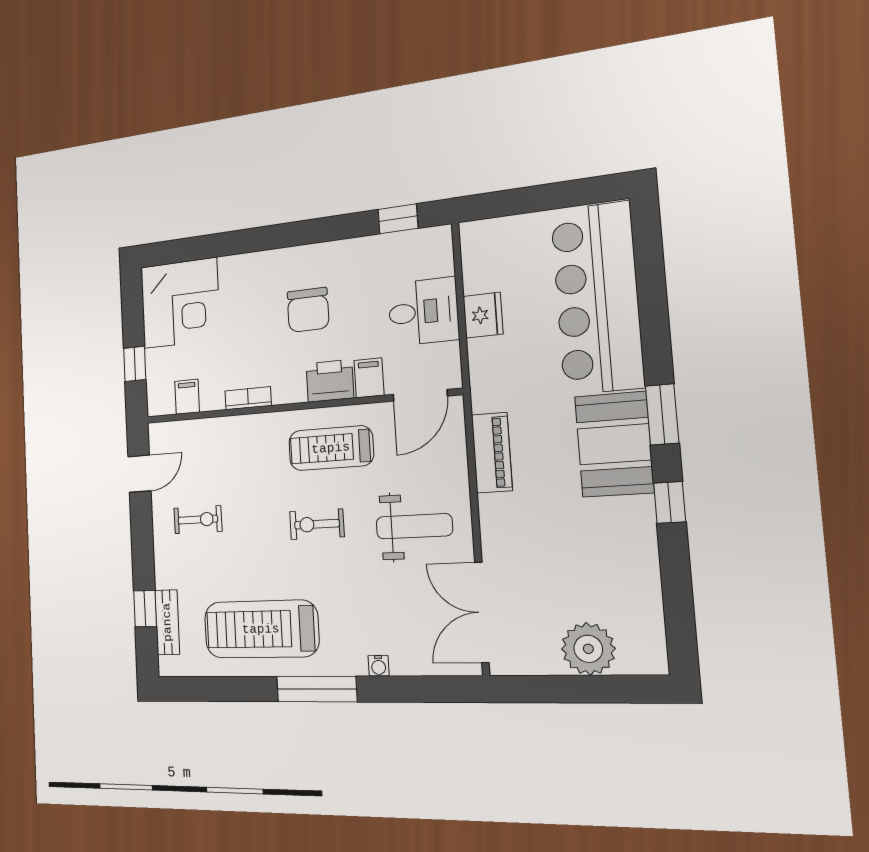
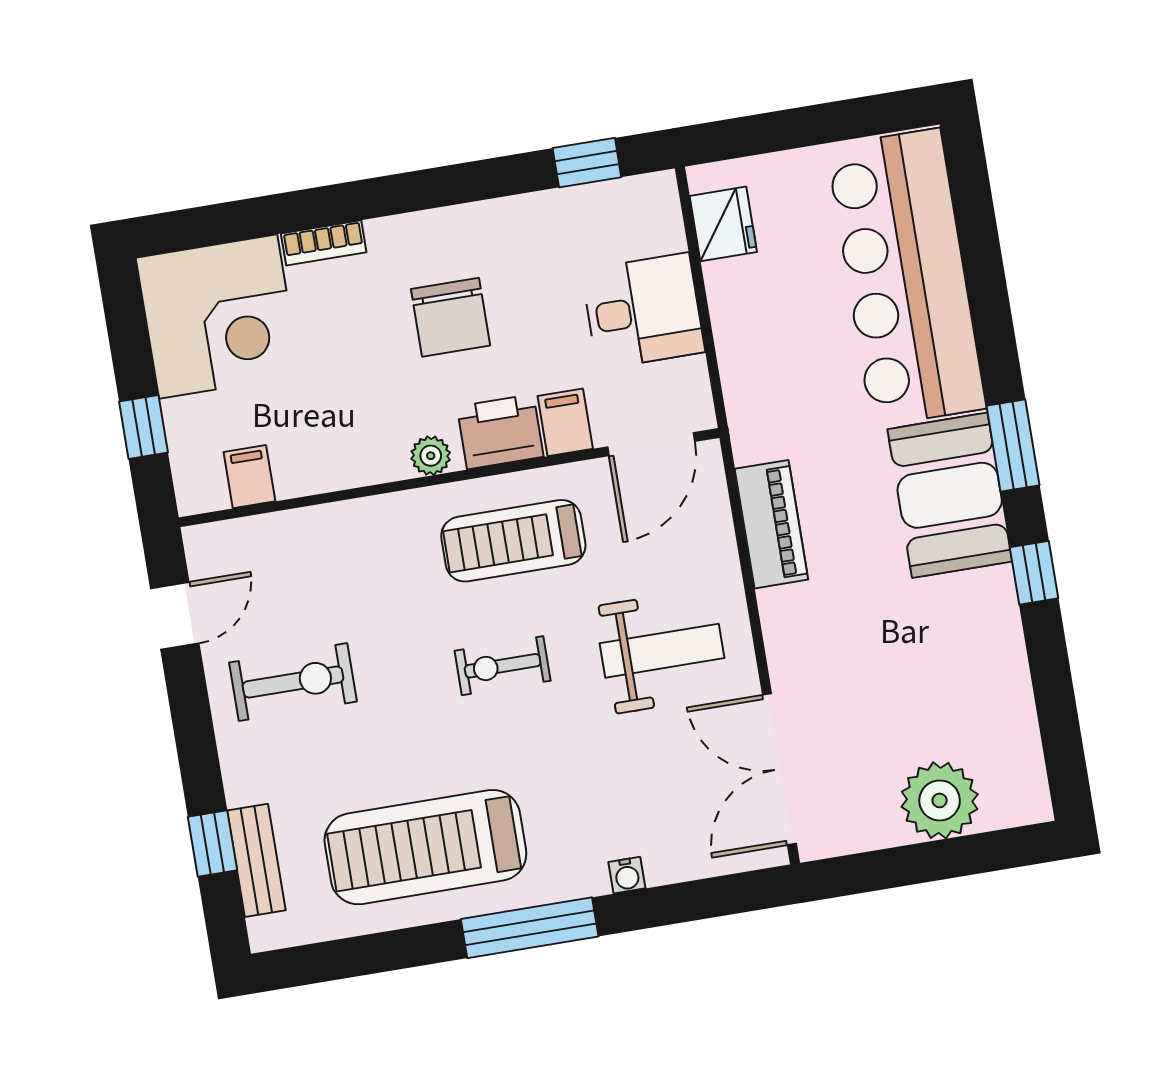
fridge: (483, 315) -> (723, 224), moved
plant: (288, 392) -> (431, 456), added
bookcase: (248, 398) -> (324, 243), moved, turned 180
exercise bike: (198, 520) -> (293, 682), width x1.38, depth x1.39

